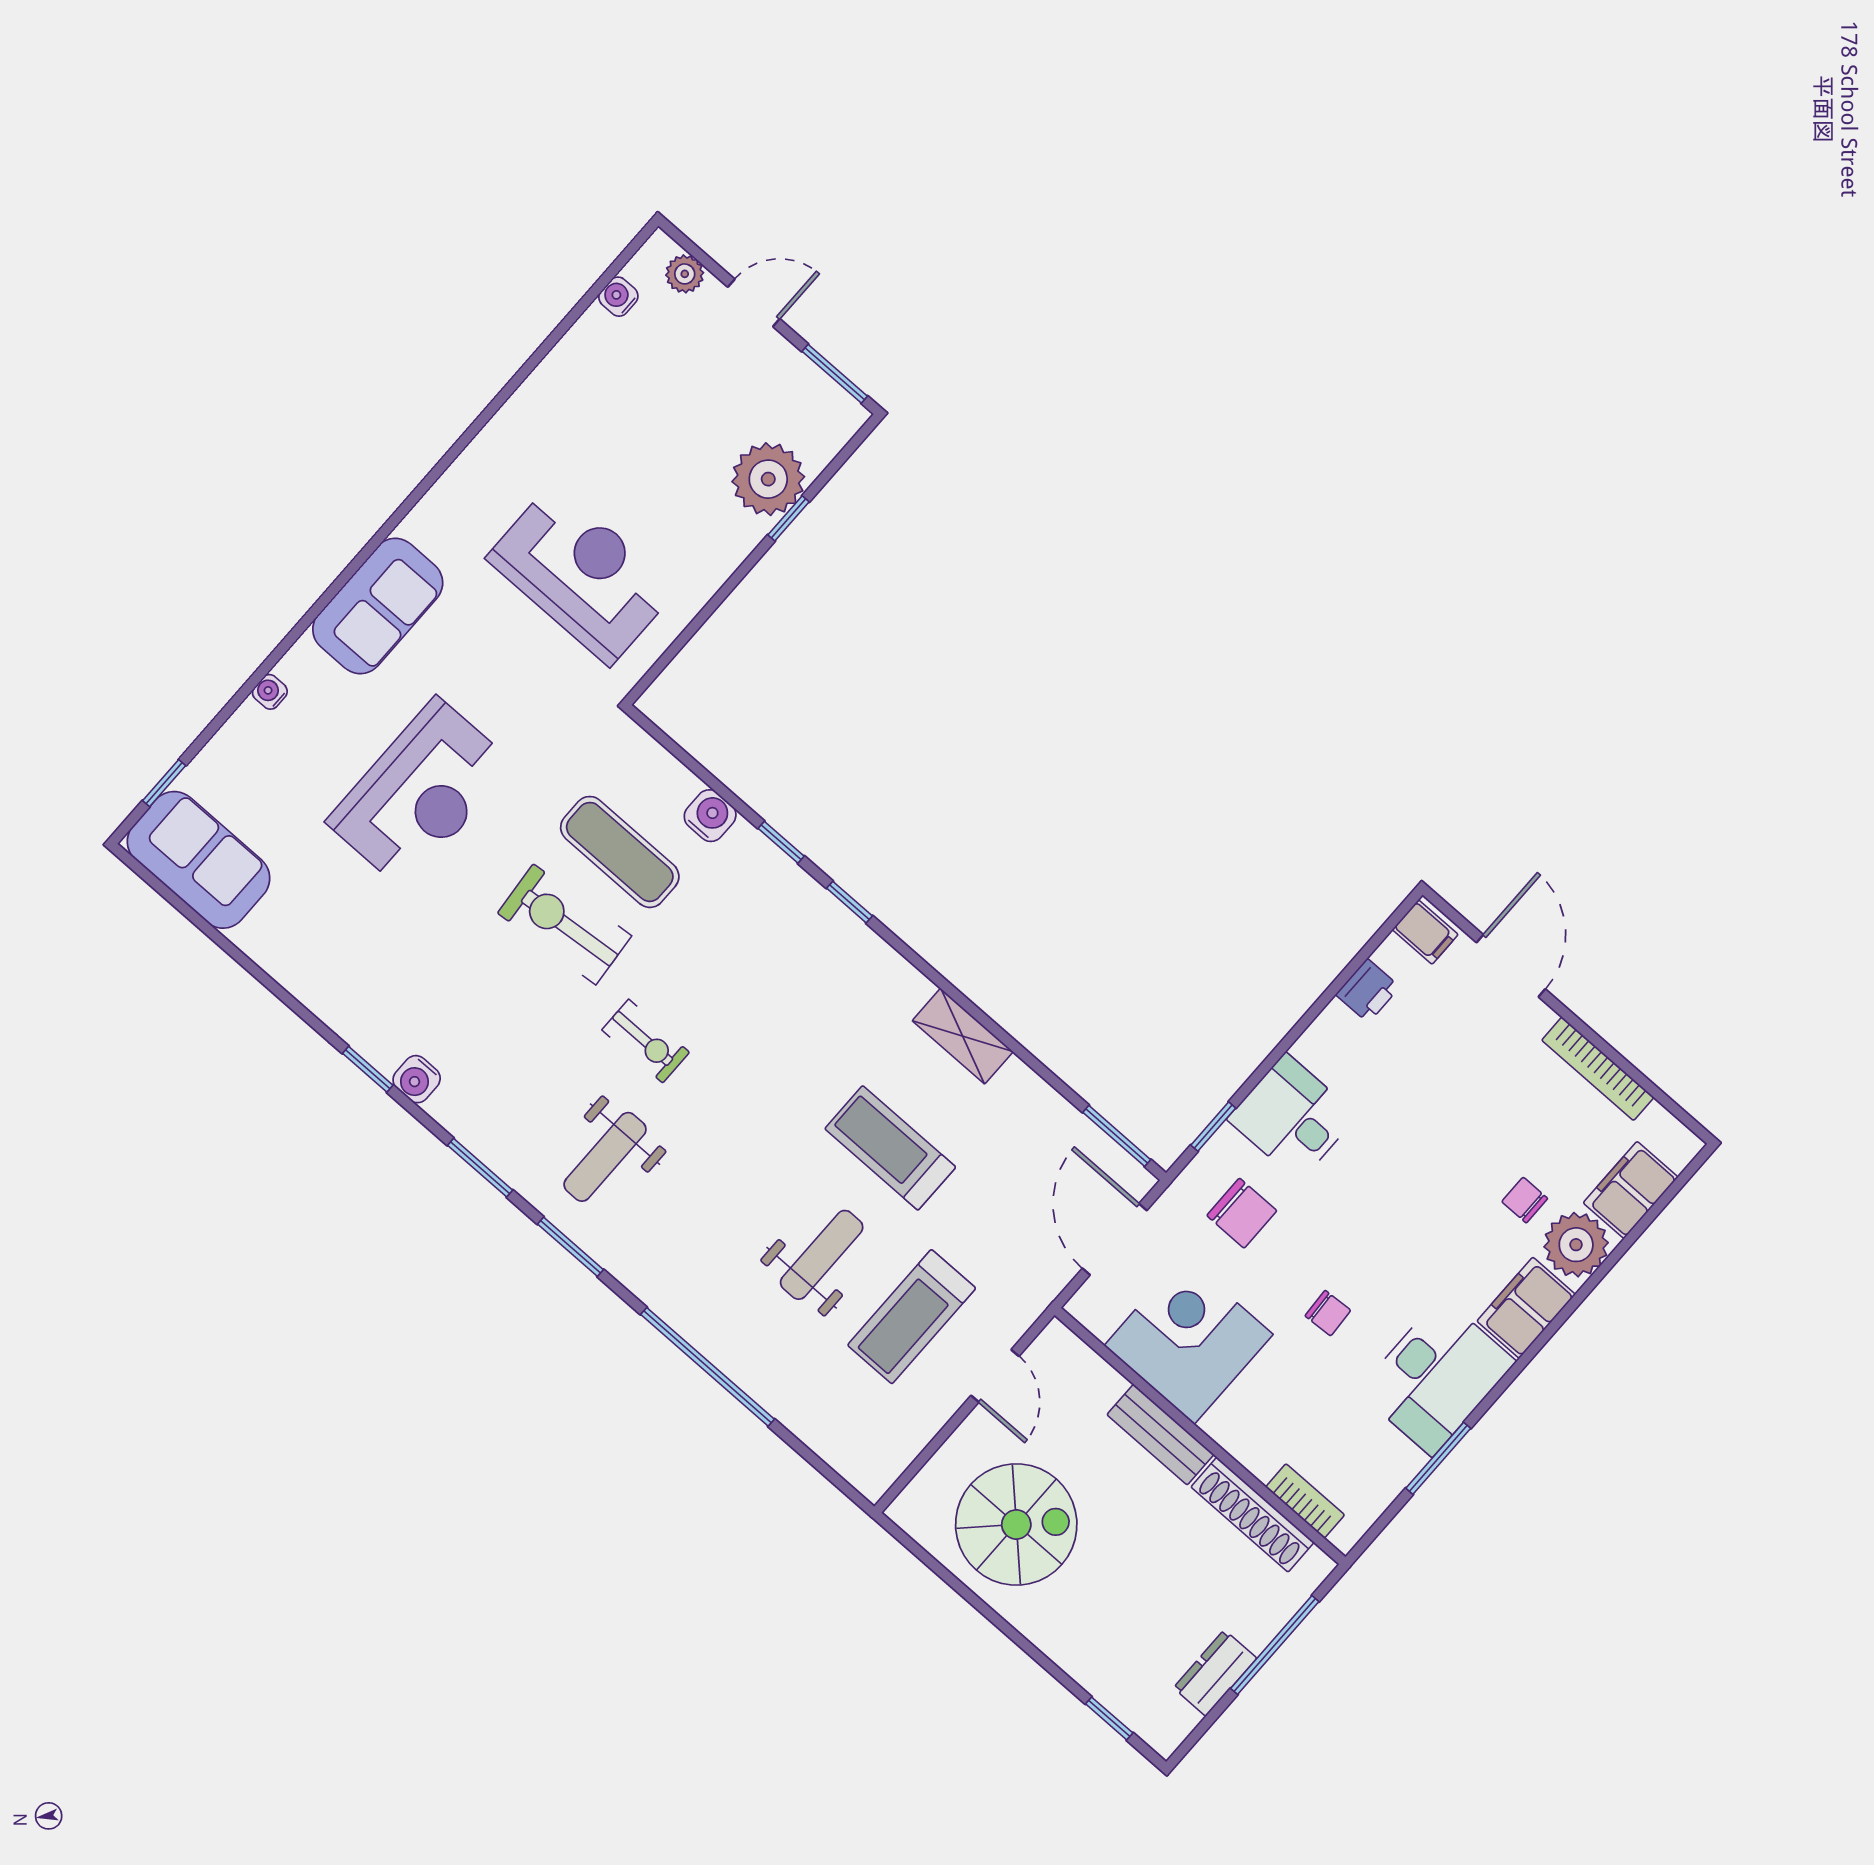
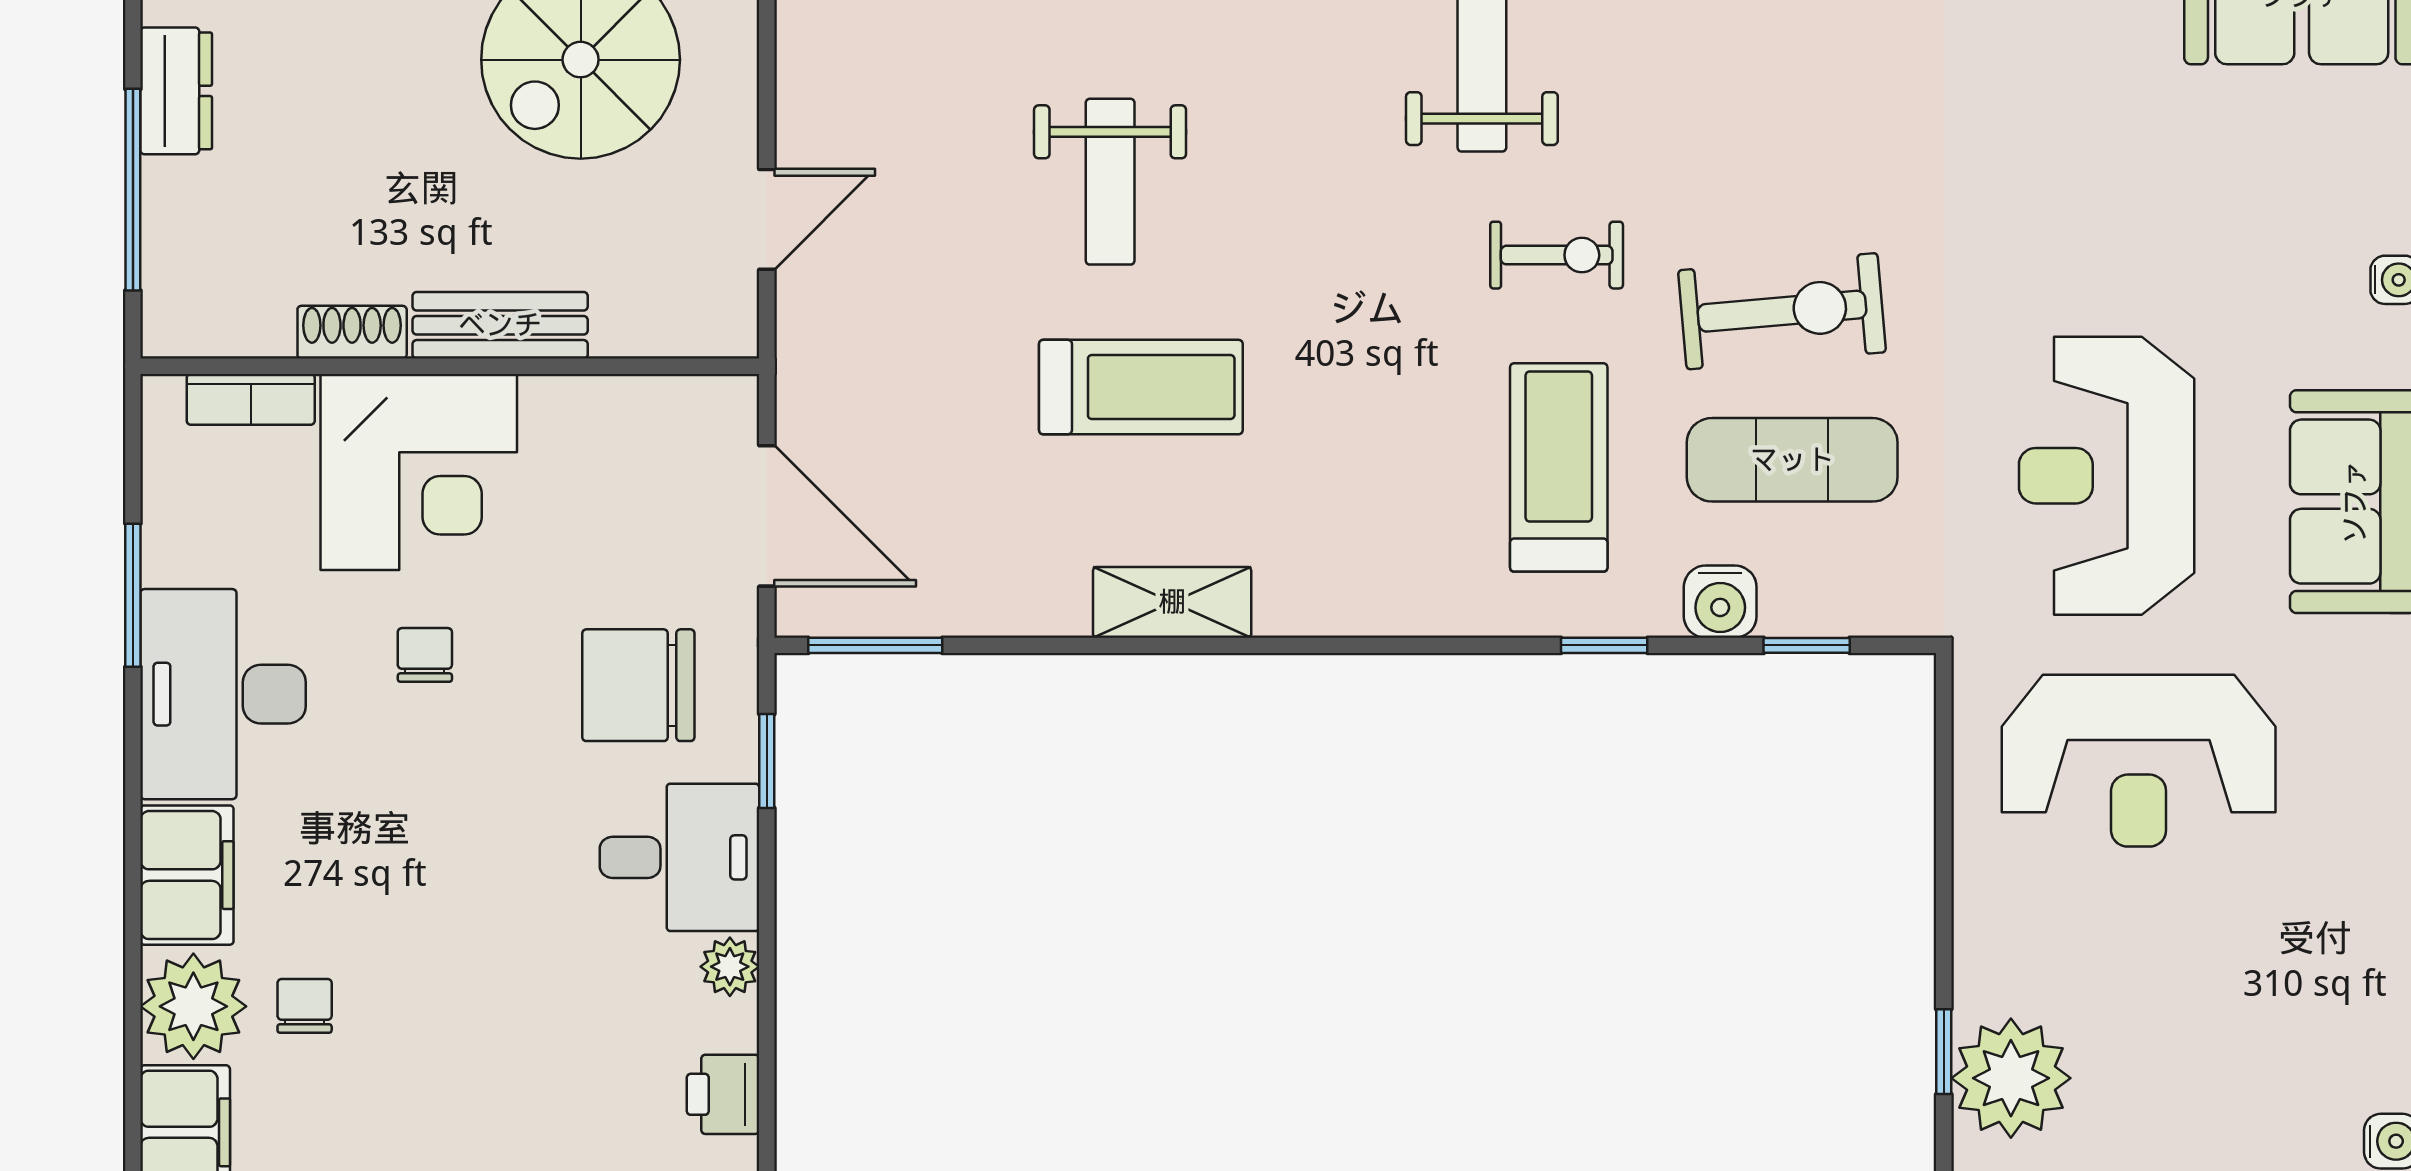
reception desk: (420, 793) -> (2107, 476), moved
window: (849, 902) -> (1807, 645), moved
exercise bike: (646, 1041) -> (1557, 255), turned 180
plant: (1313, 1047) -> (730, 967), added
chair: (1525, 1200) -> (305, 1006), turned -90
chair: (1242, 1213) -> (638, 685), width x1.37, depth x1.37
chair: (1328, 1313) -> (425, 655), turned 93
treadmill: (912, 1317) -> (1559, 467), moved
corner desk: (1189, 1340) -> (419, 472), moved
door: (995, 1376) -> (767, 219), swing flipped
shoe rack: (1253, 1515) -> (352, 332), width x0.51, depth x0.81

